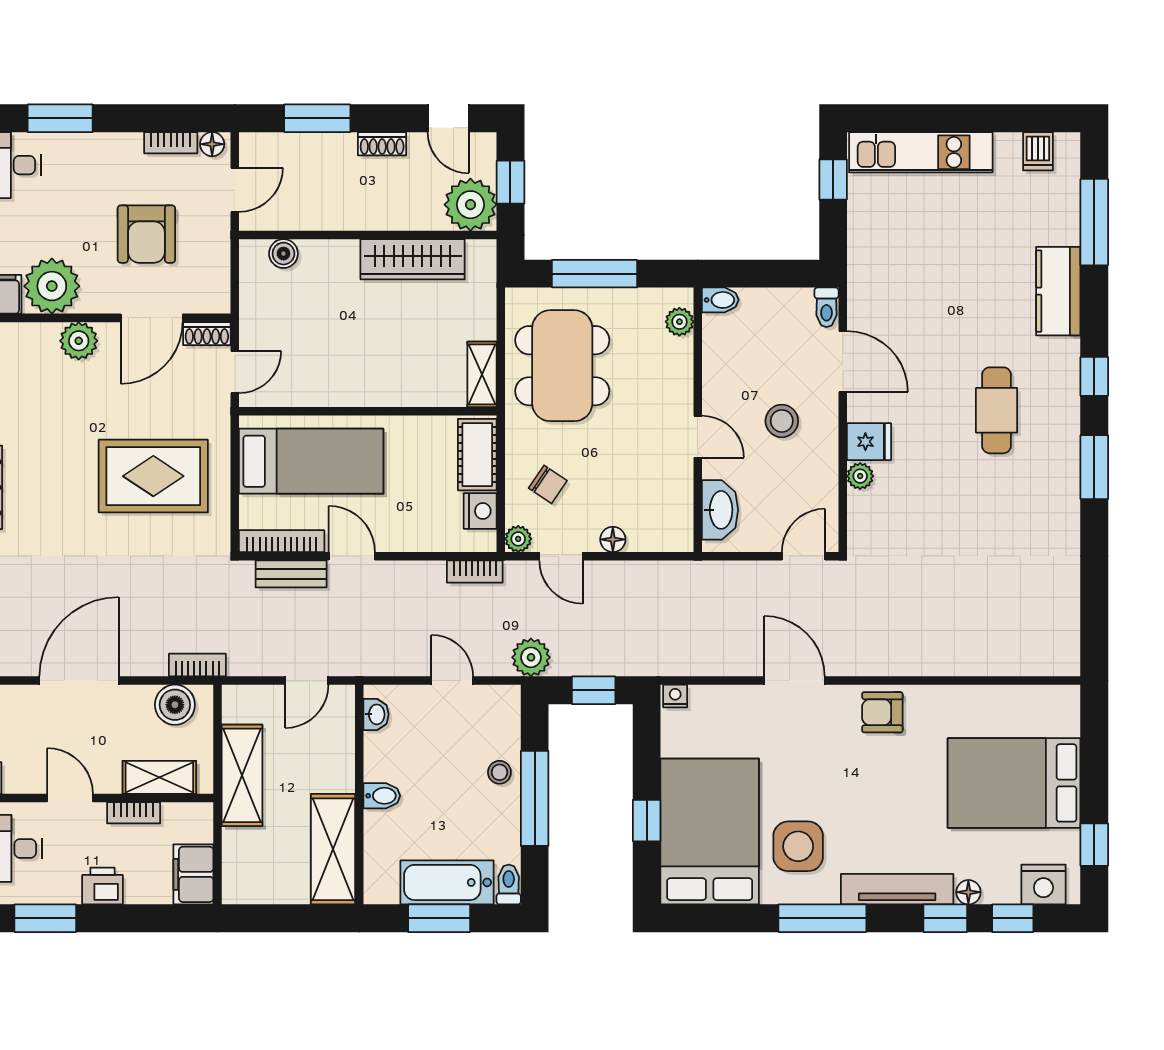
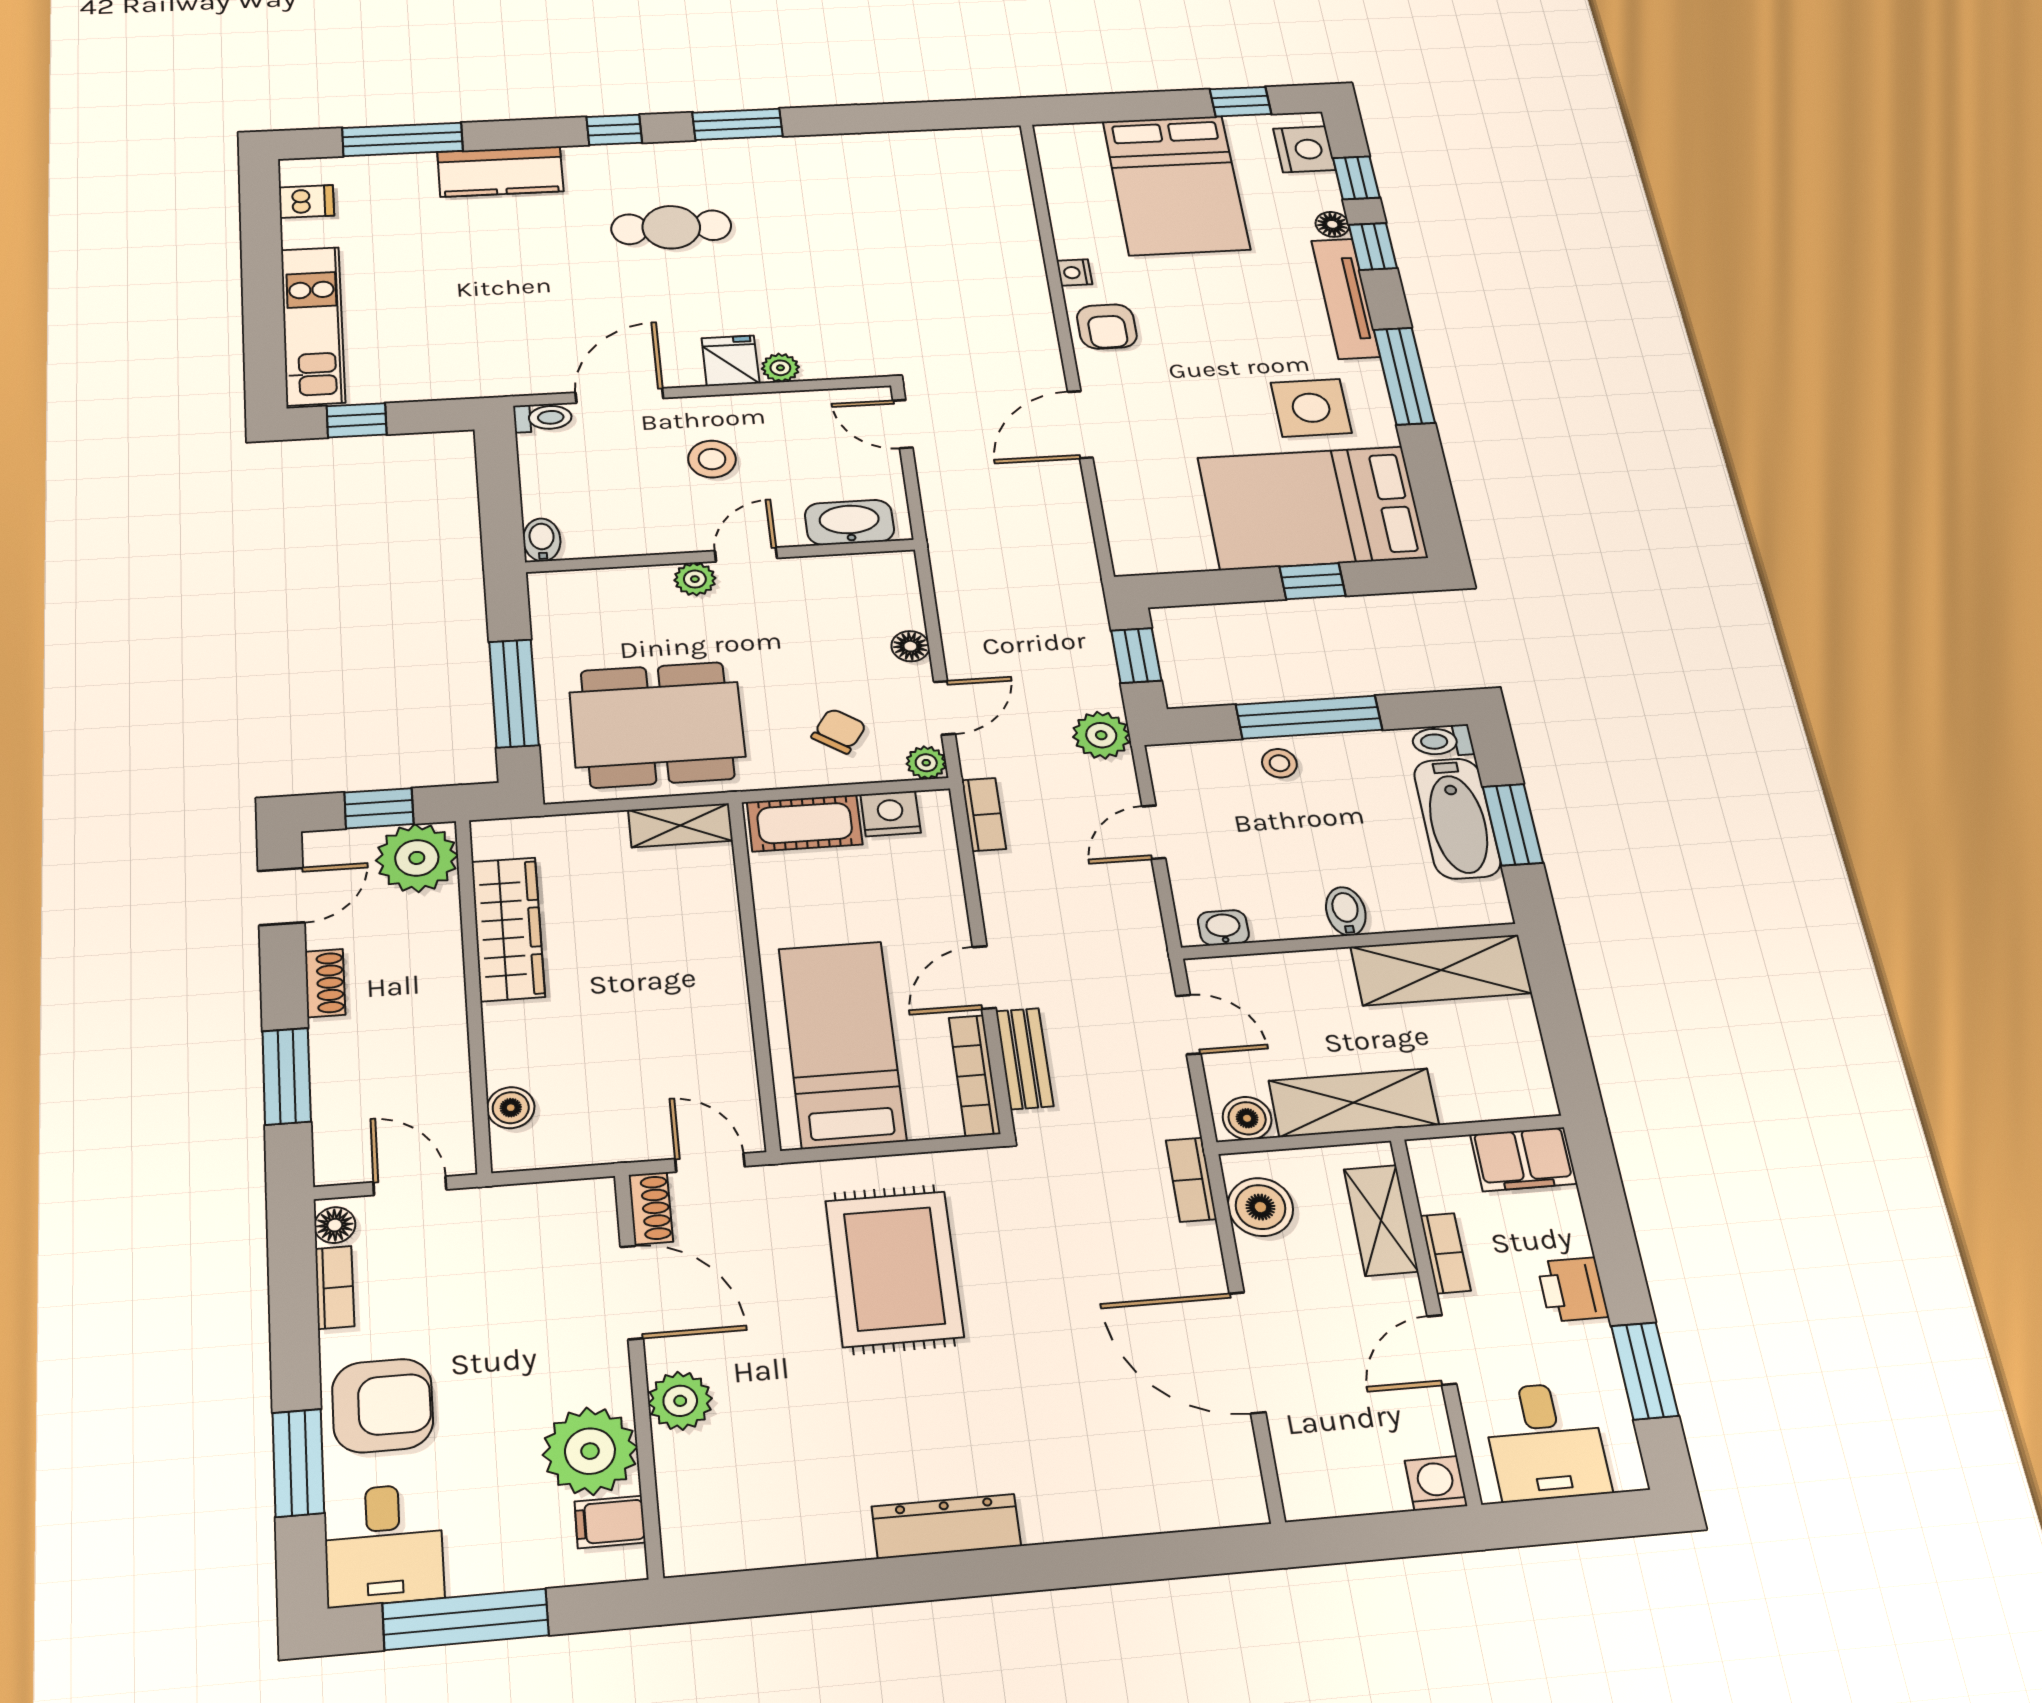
armchair: (146, 234) -> (383, 1405), moved
plant: (679, 322) -> (695, 579), moved
nightstand: (675, 696) -> (1074, 273), moved
boiler: (237, 707) -> (1247, 1118), added

